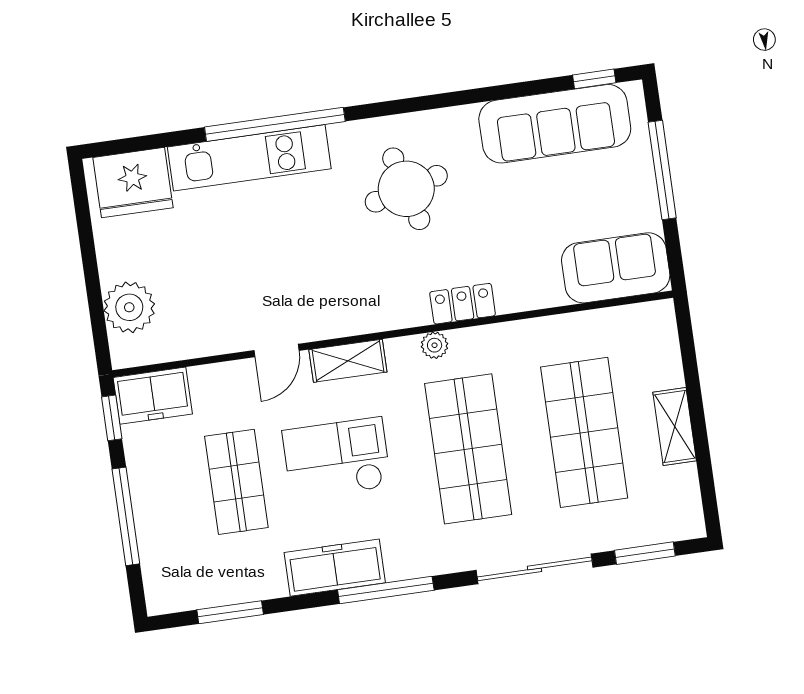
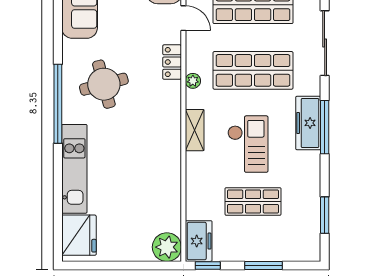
window: (275, 124) -> (58, 104), moved
plant: (129, 307) -> (167, 247), moved
door: (276, 350) -> (183, 18), moved
checkout: (337, 458) -> (248, 144), turned 180
window: (126, 516) -> (263, 265), width x0.69
freezer: (335, 568) -> (308, 123), moved

